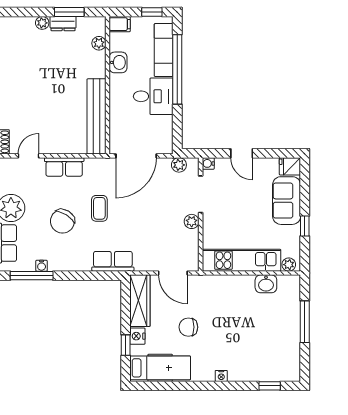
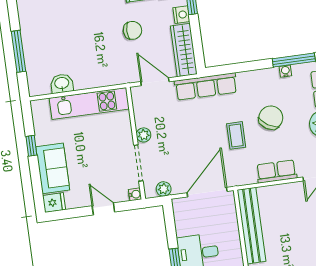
row of seats: (113, 261) -> (206, 86), width x1.48
plant: (289, 265) -> (42, 106), removed

